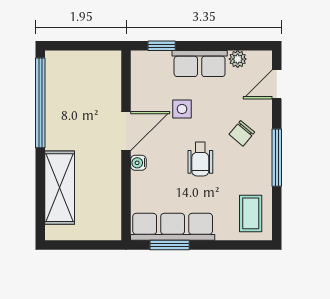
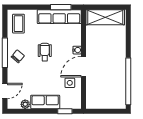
side table: (182, 109) -> (70, 83), moved
chair: (242, 133) -> (18, 56), moved
shelving: (60, 188) -> (105, 17), moved, turned 90

